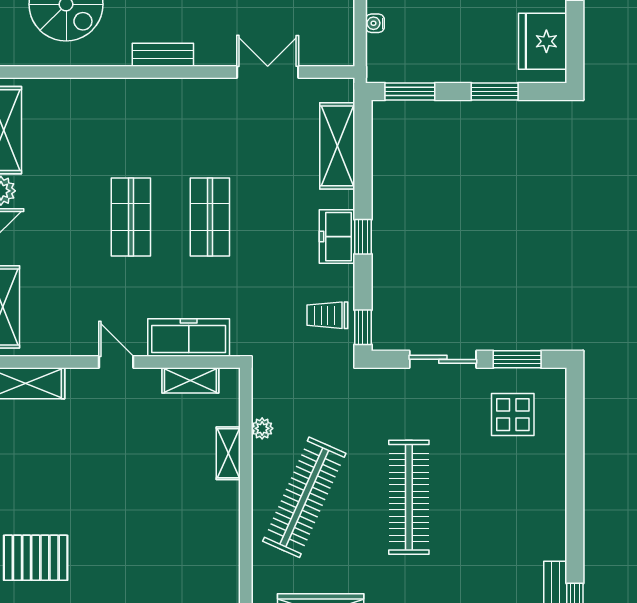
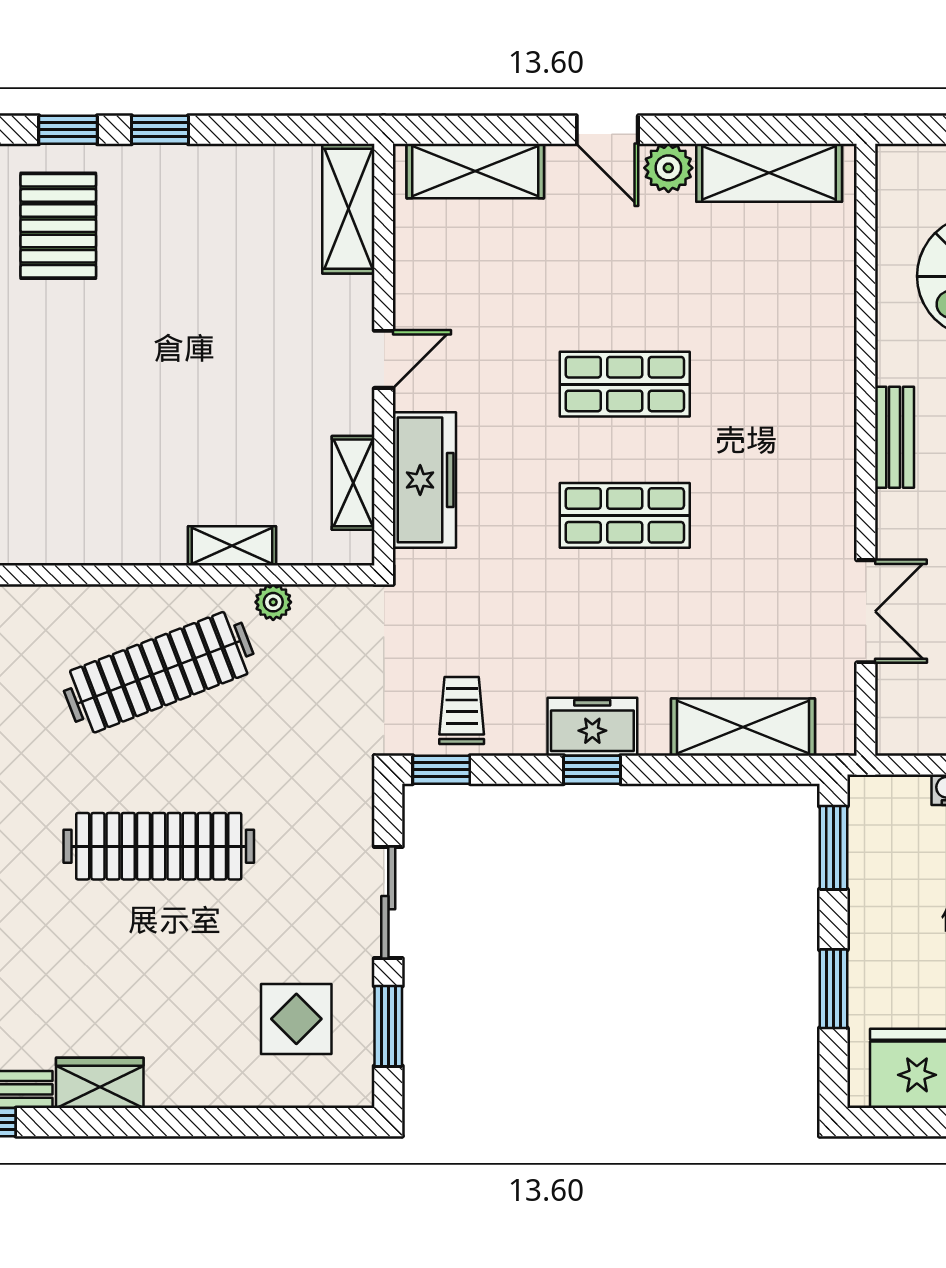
clothes rail: (304, 497) -> (159, 672), turned -45
wardrobe: (551, 533) -> (100, 1083), added

